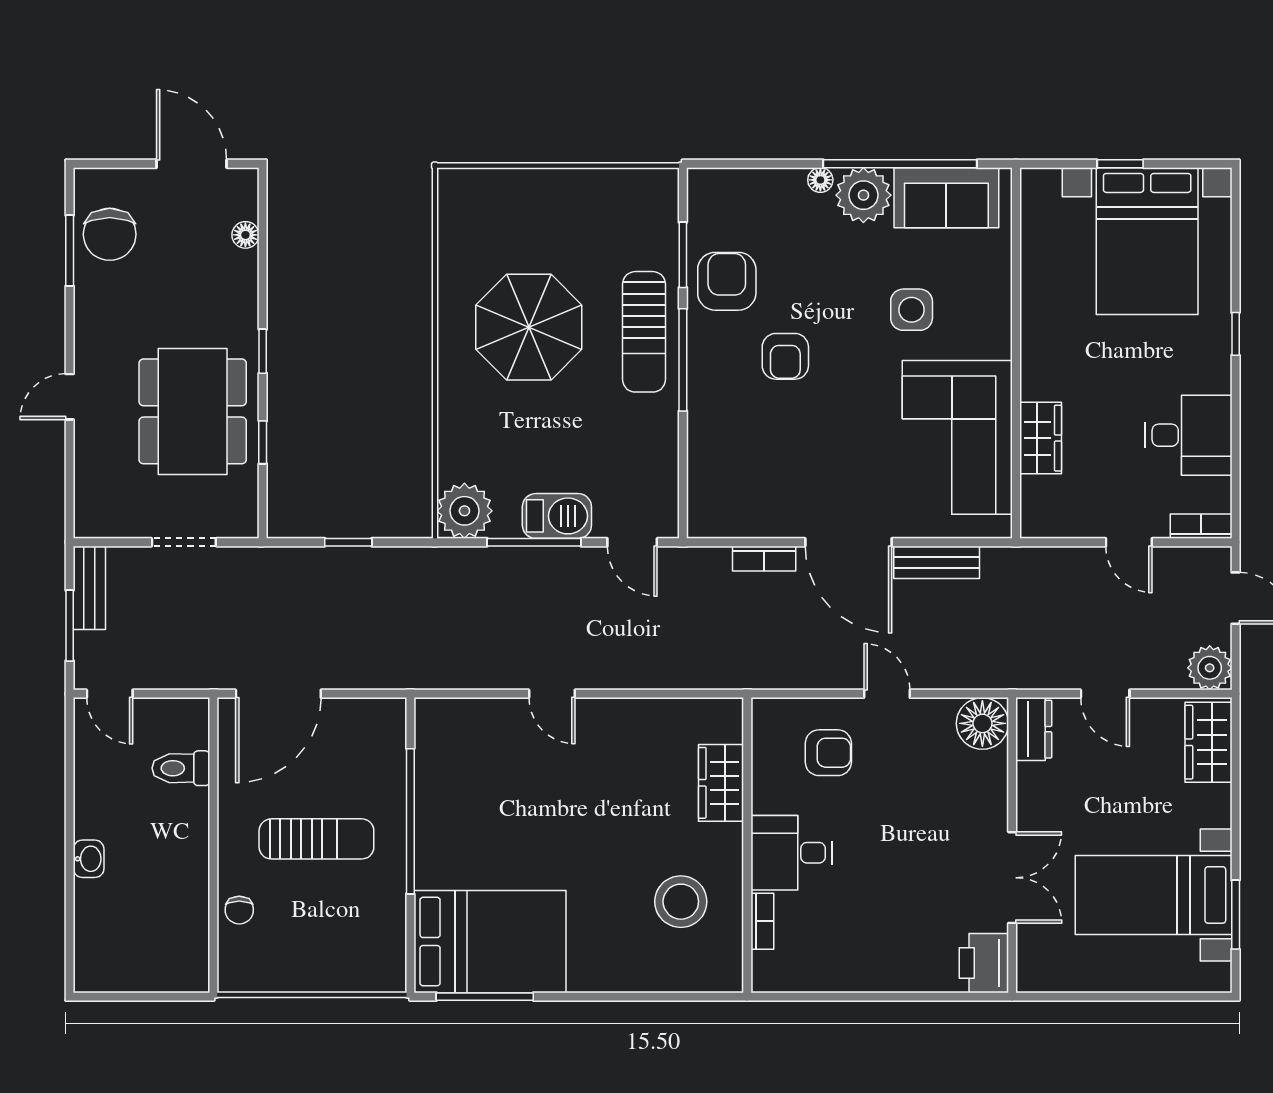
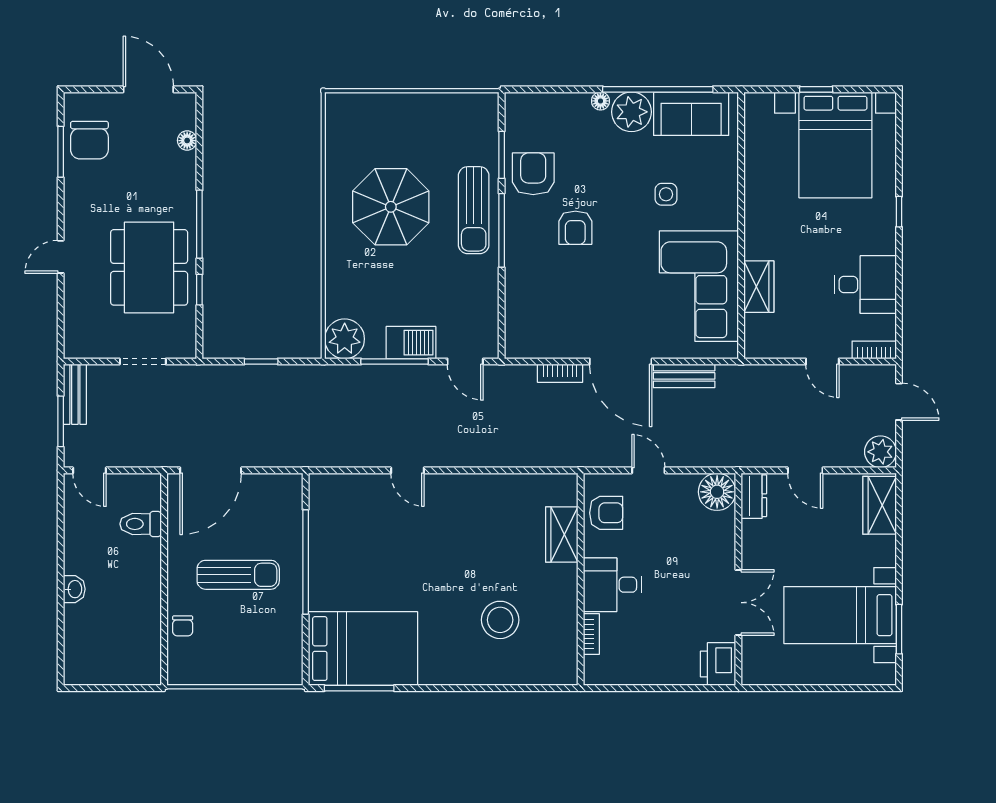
side table: (912, 310) -> (666, 194), width x0.73, depth x0.73
window: (263, 351) -> (199, 224), width x2.17
wardrobe: (721, 783) -> (562, 534), moved
wall: (747, 845) -> (581, 579), moved
desk: (791, 853) -> (612, 585), moved
bookcase: (762, 921) -> (591, 634), moved

